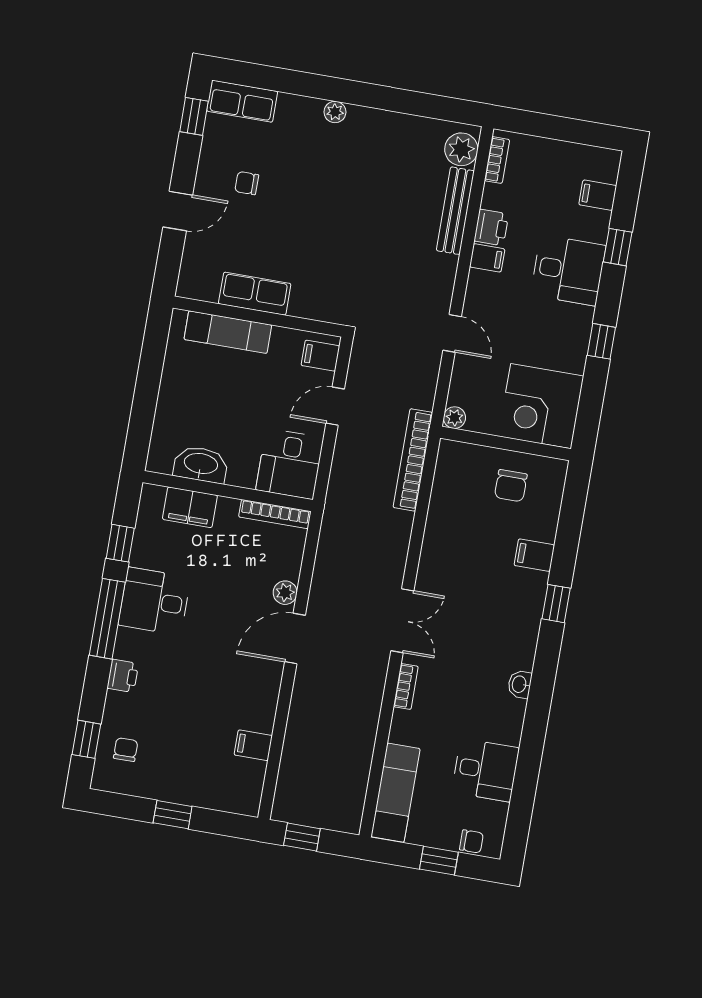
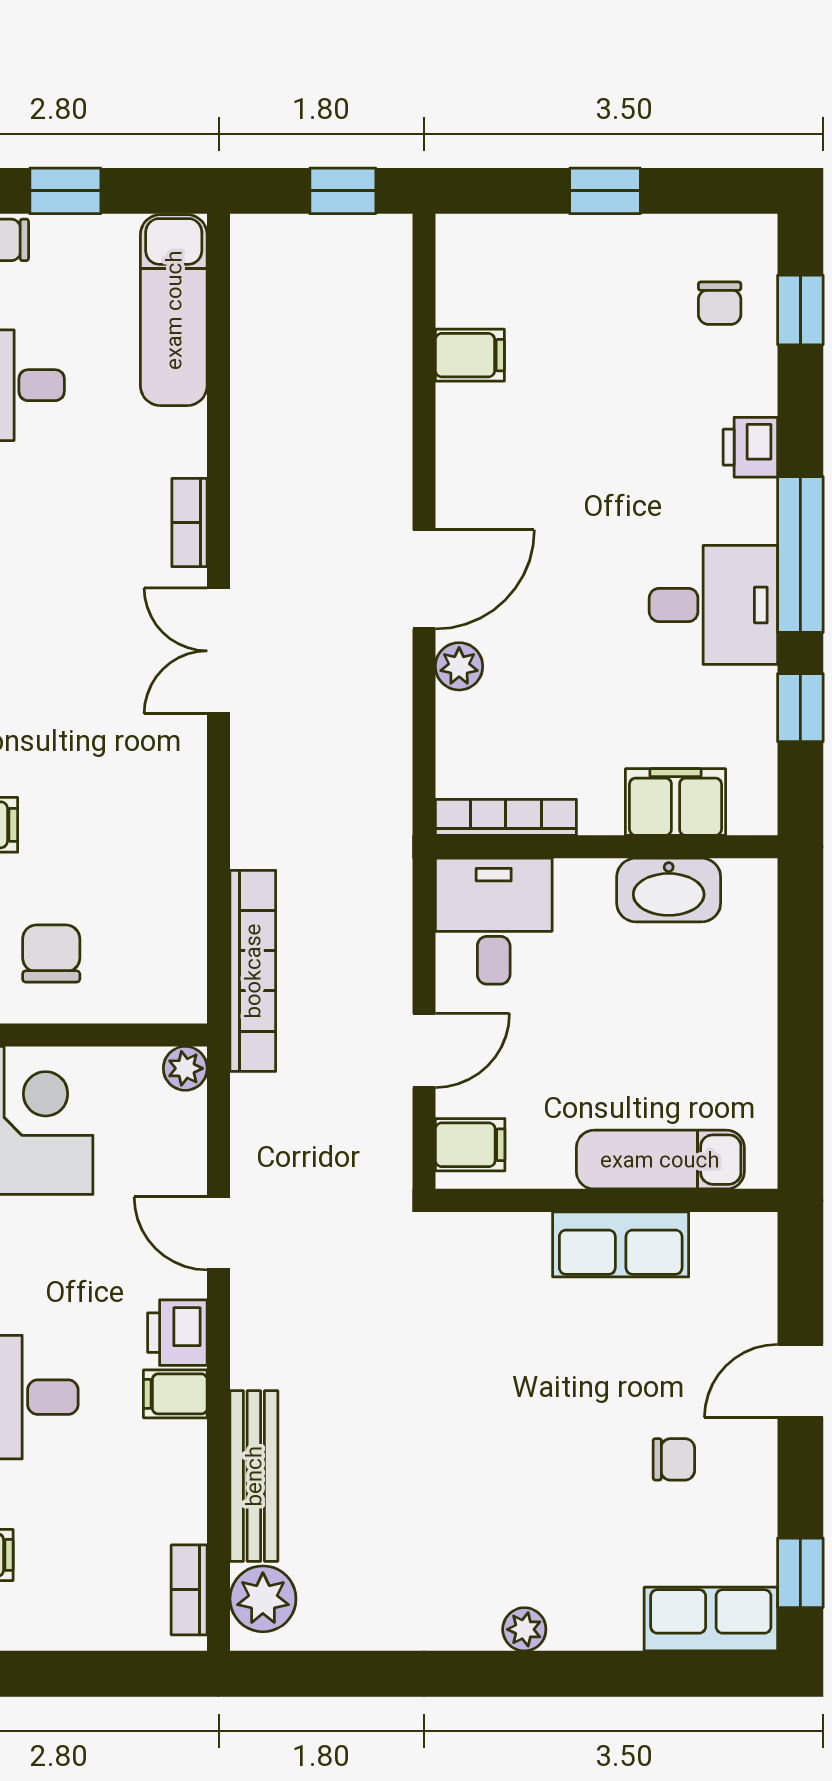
printer: (491, 227) -> (177, 1333), moved

